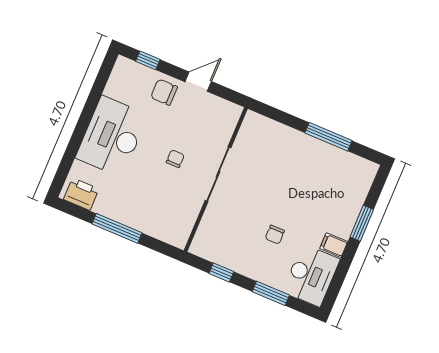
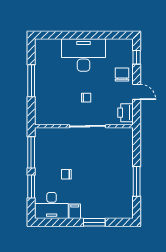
printer: (81, 194) -> (125, 113), moved, turned 180
window: (221, 272) -> (31, 152), width x2.17

